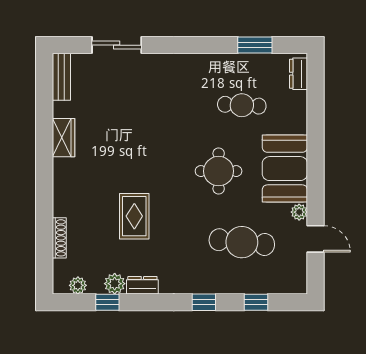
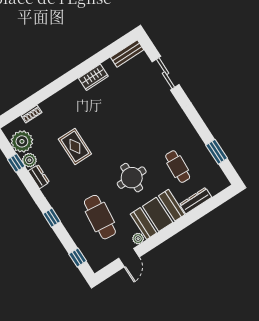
dresser: (298, 74) -> (196, 201), moved, width x1.44
rug: (134, 216) -> (75, 146), turned 90
shoe rack: (59, 238) -> (31, 114), width x0.70
plant: (78, 285) -> (22, 141), width x1.88, depth x1.88
window: (256, 302) -> (78, 258), moved

